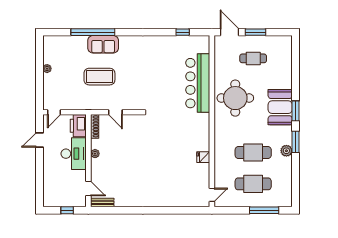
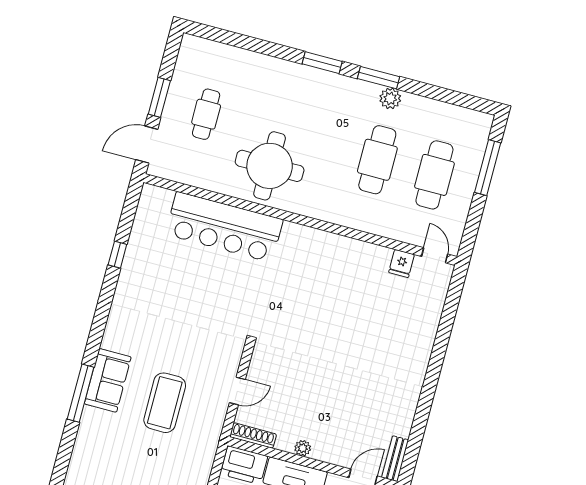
window: (93, 32) -> (81, 393), width x0.68
window: (183, 32) -> (117, 255), moved
booth: (280, 107) -> (308, 89), removed
fridge: (203, 157) -> (402, 263), moved

